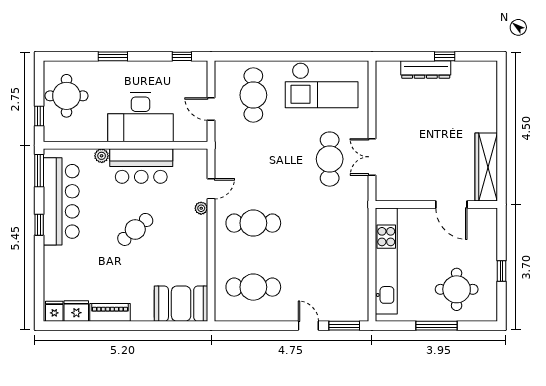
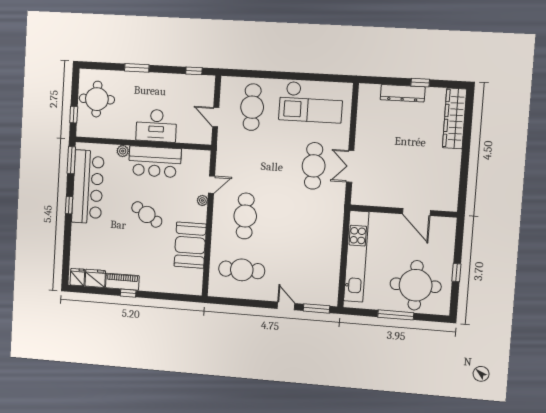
desk: (141, 117) -> (156, 126), width x0.73, depth x0.77
wardrobe: (486, 167) -> (455, 118), moved
cafe table: (253, 223) -> (245, 216), turned 90
cafe table: (135, 229) -> (147, 214), turned 74
round table: (457, 289) -> (416, 285), width x1.36, depth x1.36
booth: (181, 304) -> (190, 245), moved, turned 90
window: (118, 326) -> (128, 293), added

